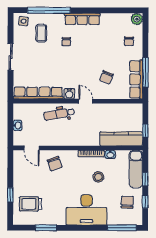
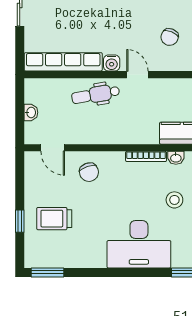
stool: (98, 177) -> (174, 200), moved
trolley: (30, 204) -> (54, 219), moved
window: (46, 228) -> (48, 272), moved

